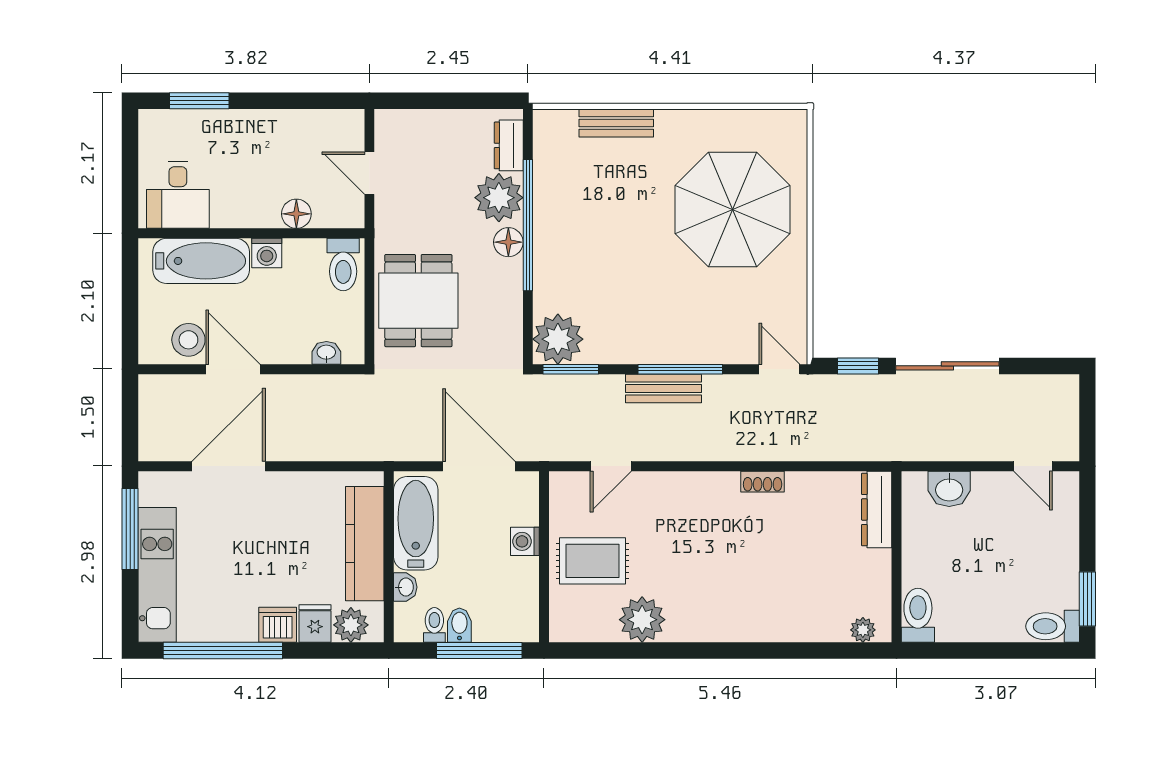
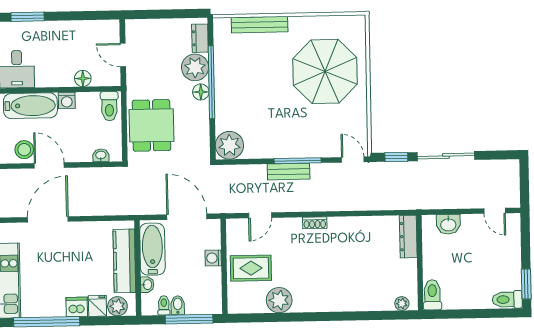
bench: (616, 123) -> (260, 25), width x1.36
window: (571, 369) -> (237, 162), removed
shoe rack: (763, 482) -> (315, 223), moved

